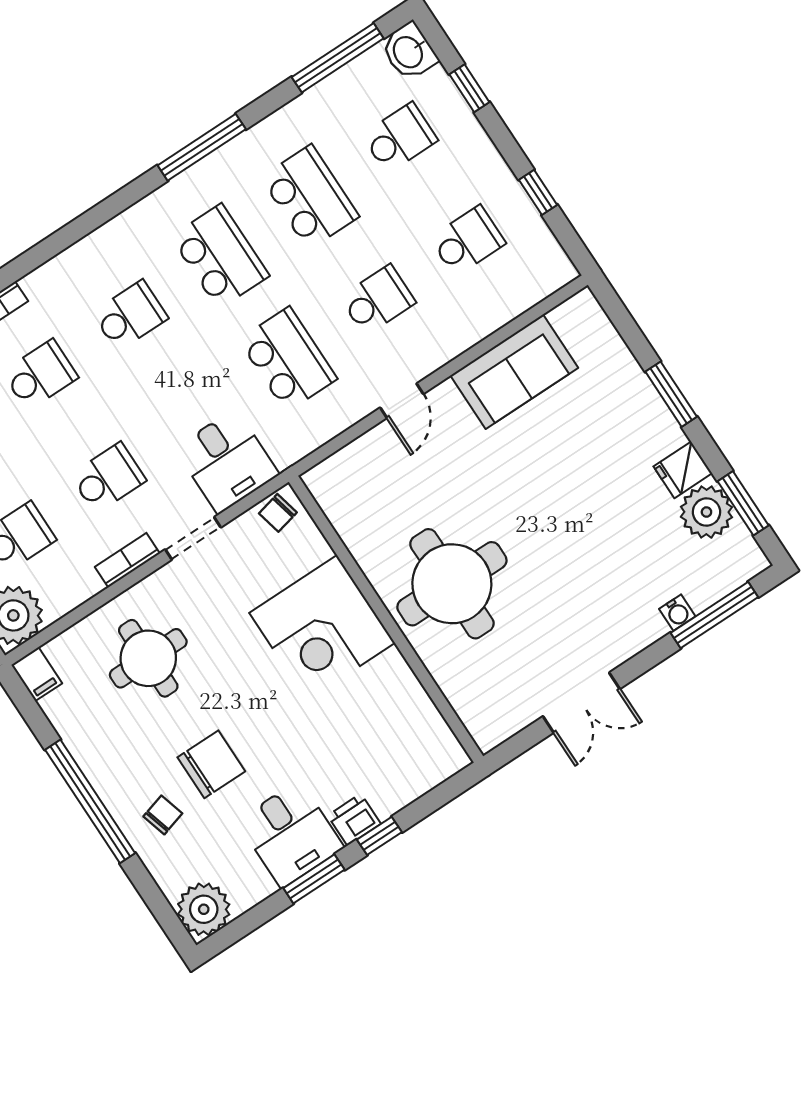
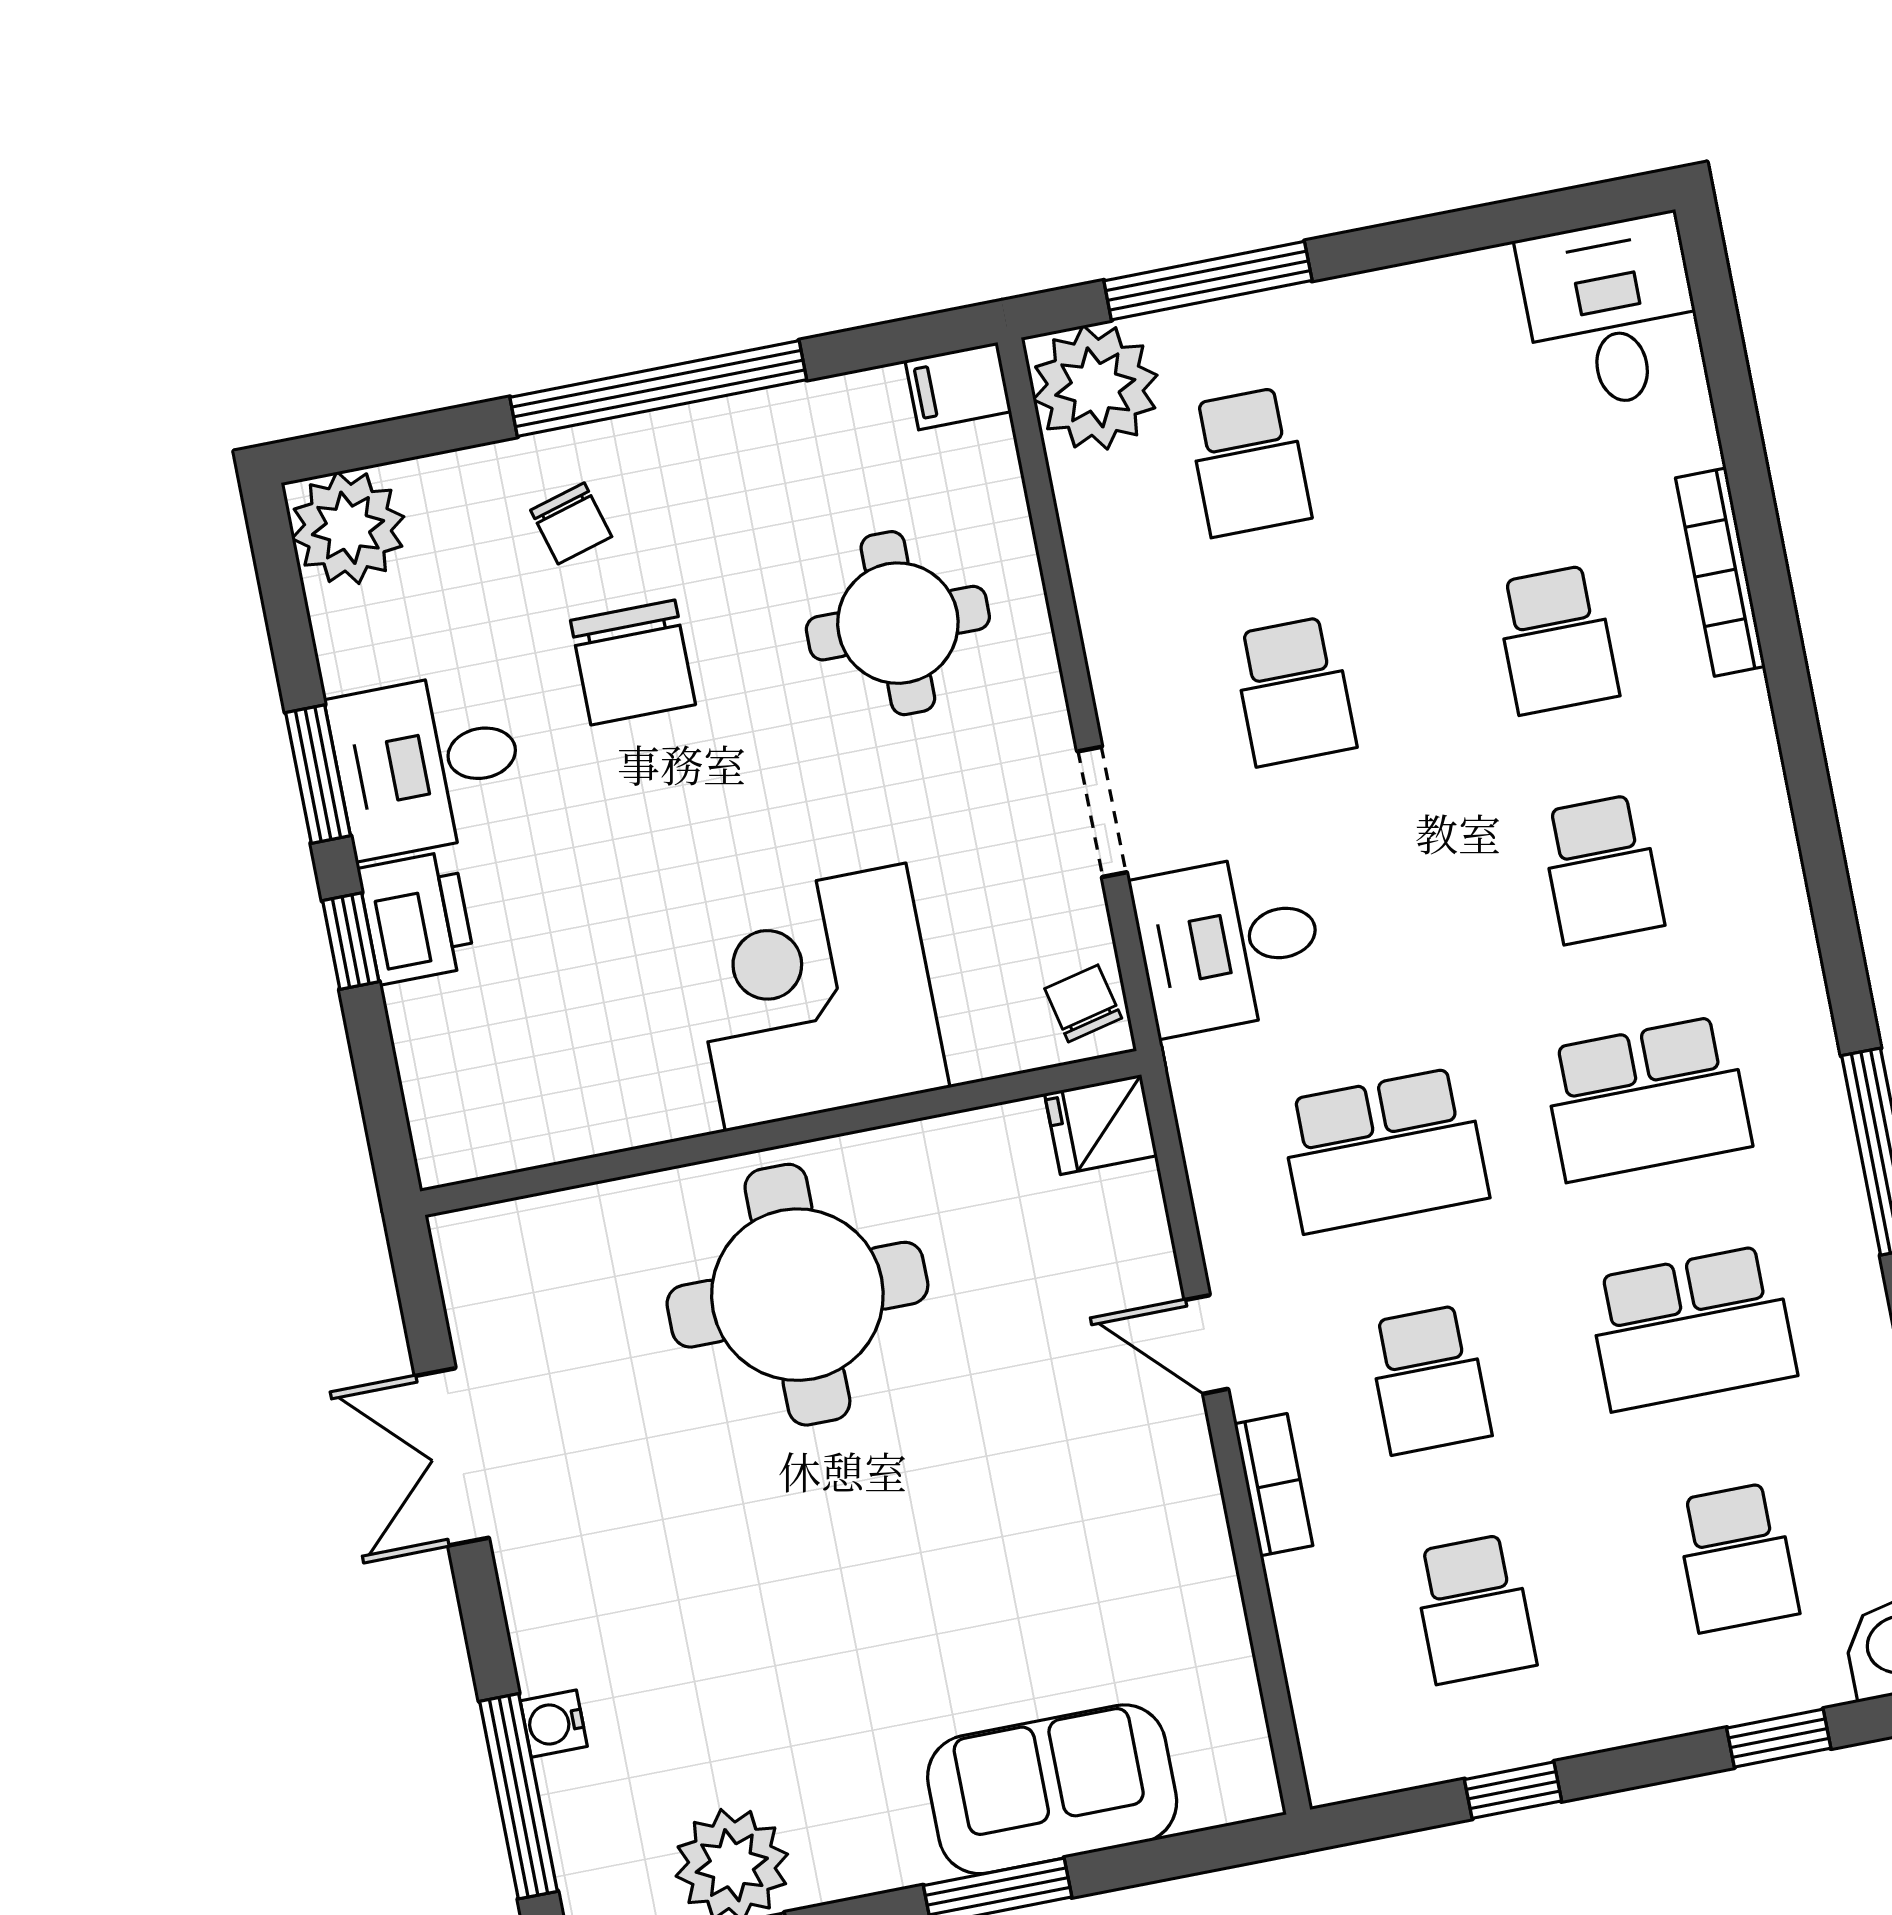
sofa: (514, 372) -> (1052, 1789), moved, turned 90
fridge: (683, 470) -> (1101, 1125), moved, turned -90
bookcase: (127, 560) -> (1274, 1485), moved
printer: (354, 820) -> (416, 918), width x1.36, depth x1.24

